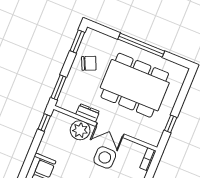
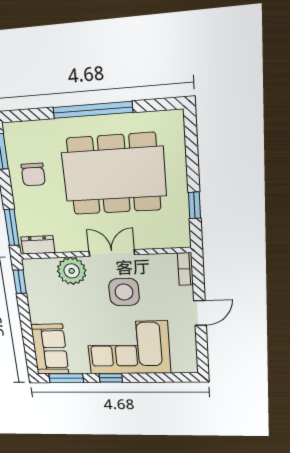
chair: (89, 63) -> (33, 174), turned 114
dresser: (88, 113) -> (38, 245), moved
double door: (110, 130) -> (112, 253), swing flipped

